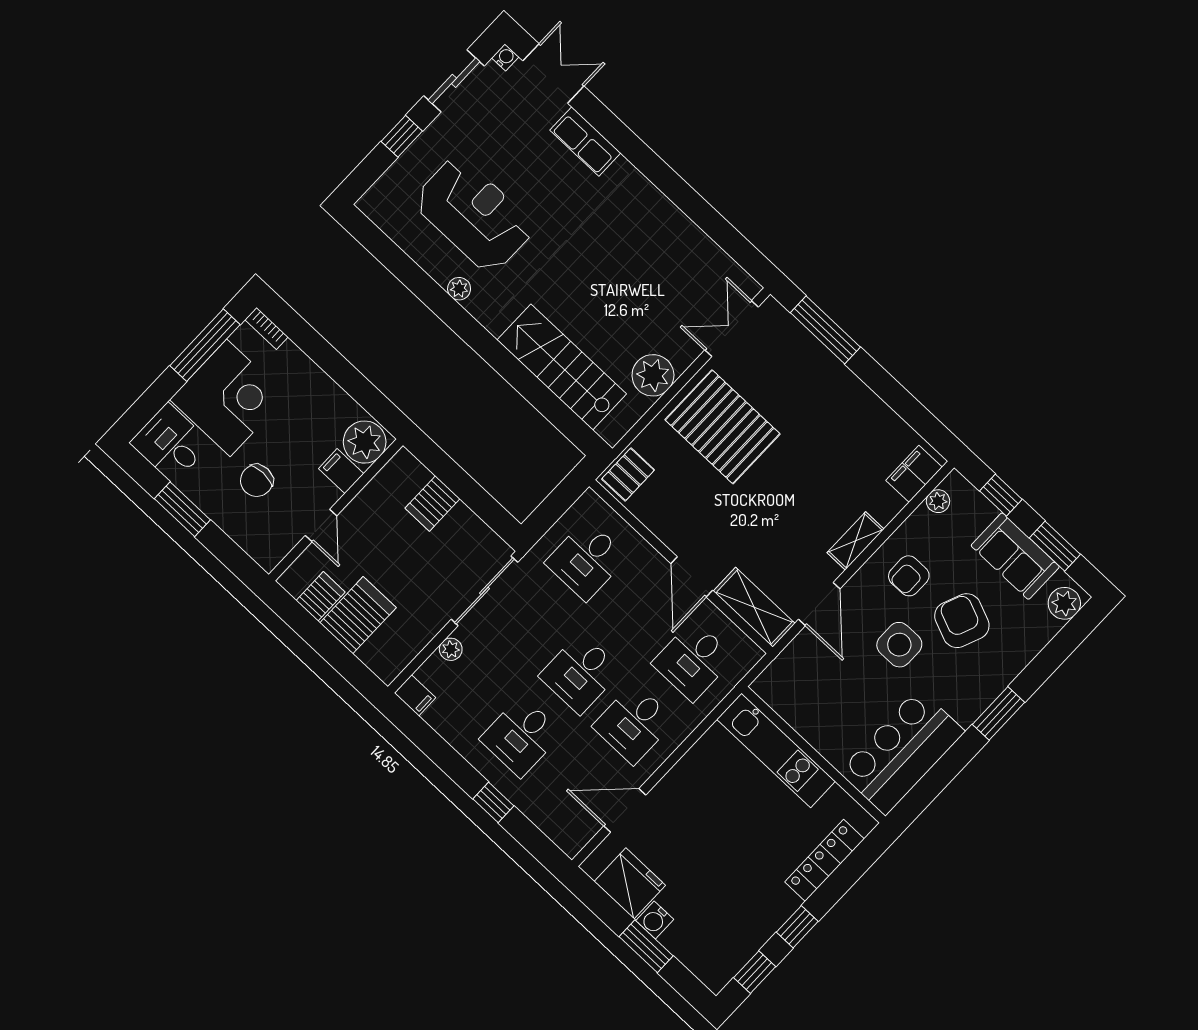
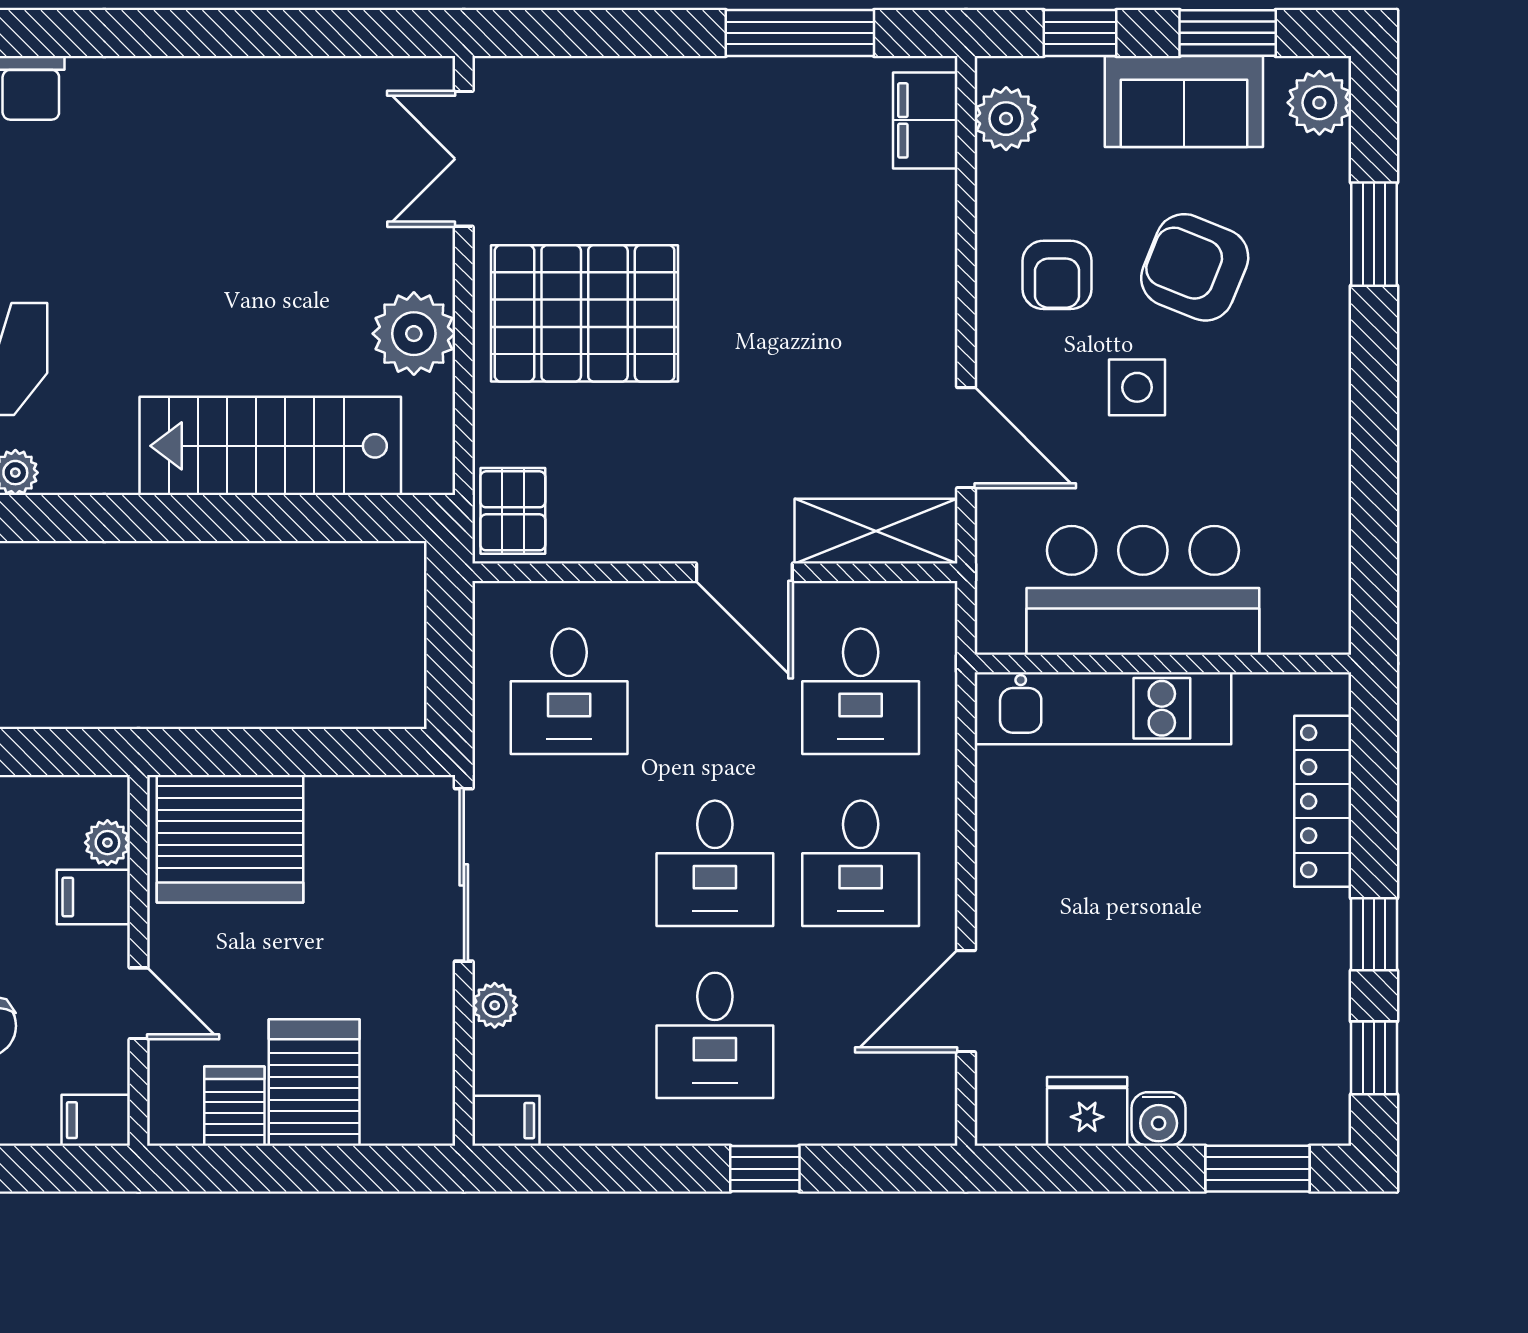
window: (825, 330) -> (800, 33), moved
plant: (365, 442) -> (107, 843), width x0.53, depth x0.53
plant: (938, 501) -> (1006, 119), width x1.38, depth x1.38
server rack: (433, 503) -> (230, 839), width x2.18, depth x1.44
shelving: (856, 541) -> (932, 297), removed
filing cabinet: (265, 554) -> (96, 1120), added
side table: (899, 645) -> (1137, 387), width x0.73, depth x0.73
window: (999, 713) -> (1374, 234), moved
bar counter: (902, 752) -> (1143, 590), moved, turned 90
fridge: (630, 883) -> (1087, 1111), width x0.73, depth x0.75
window: (646, 946) -> (1258, 1169), moved

